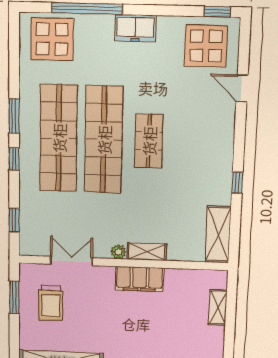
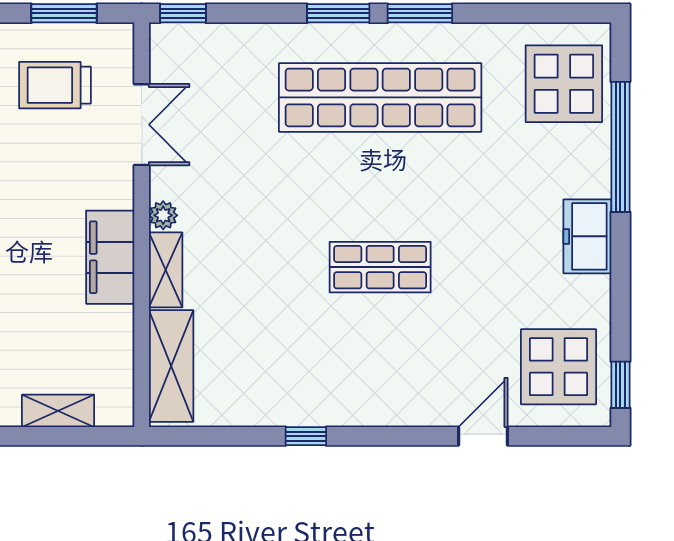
shop shelf: (104, 140) -> (380, 182), removed
window: (14, 159) -> (338, 13), width x1.50
window: (14, 220) -> (183, 13), moved
shelving: (218, 234) -> (171, 366), moved, turned 90

